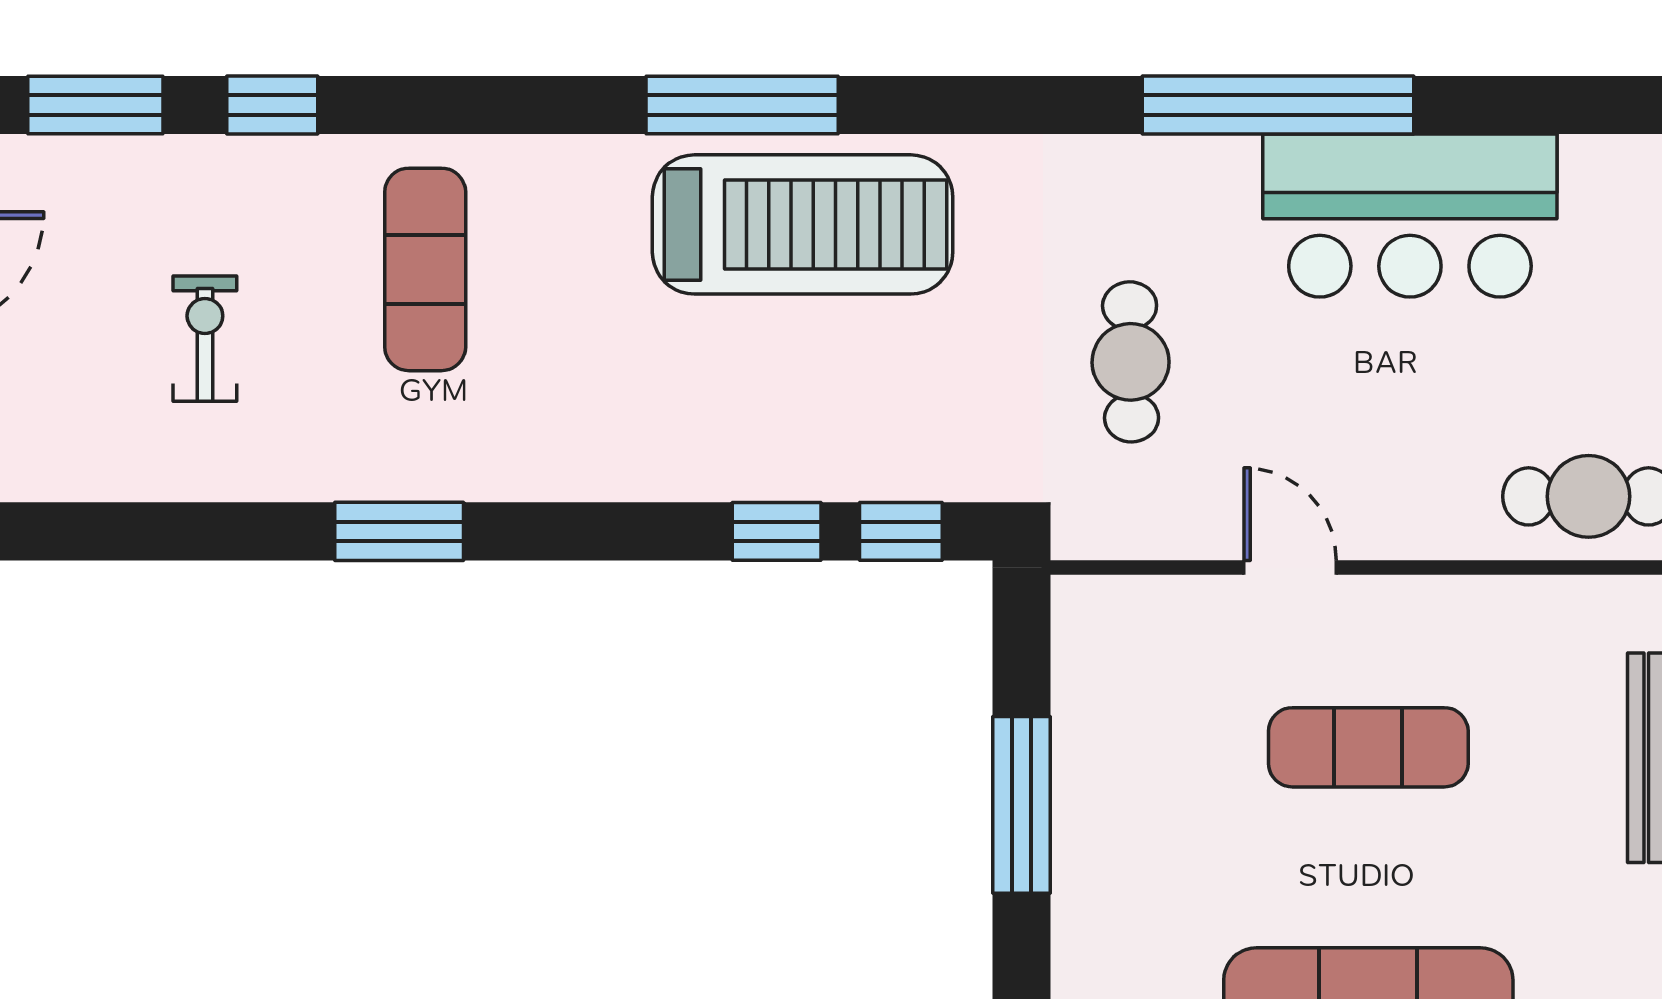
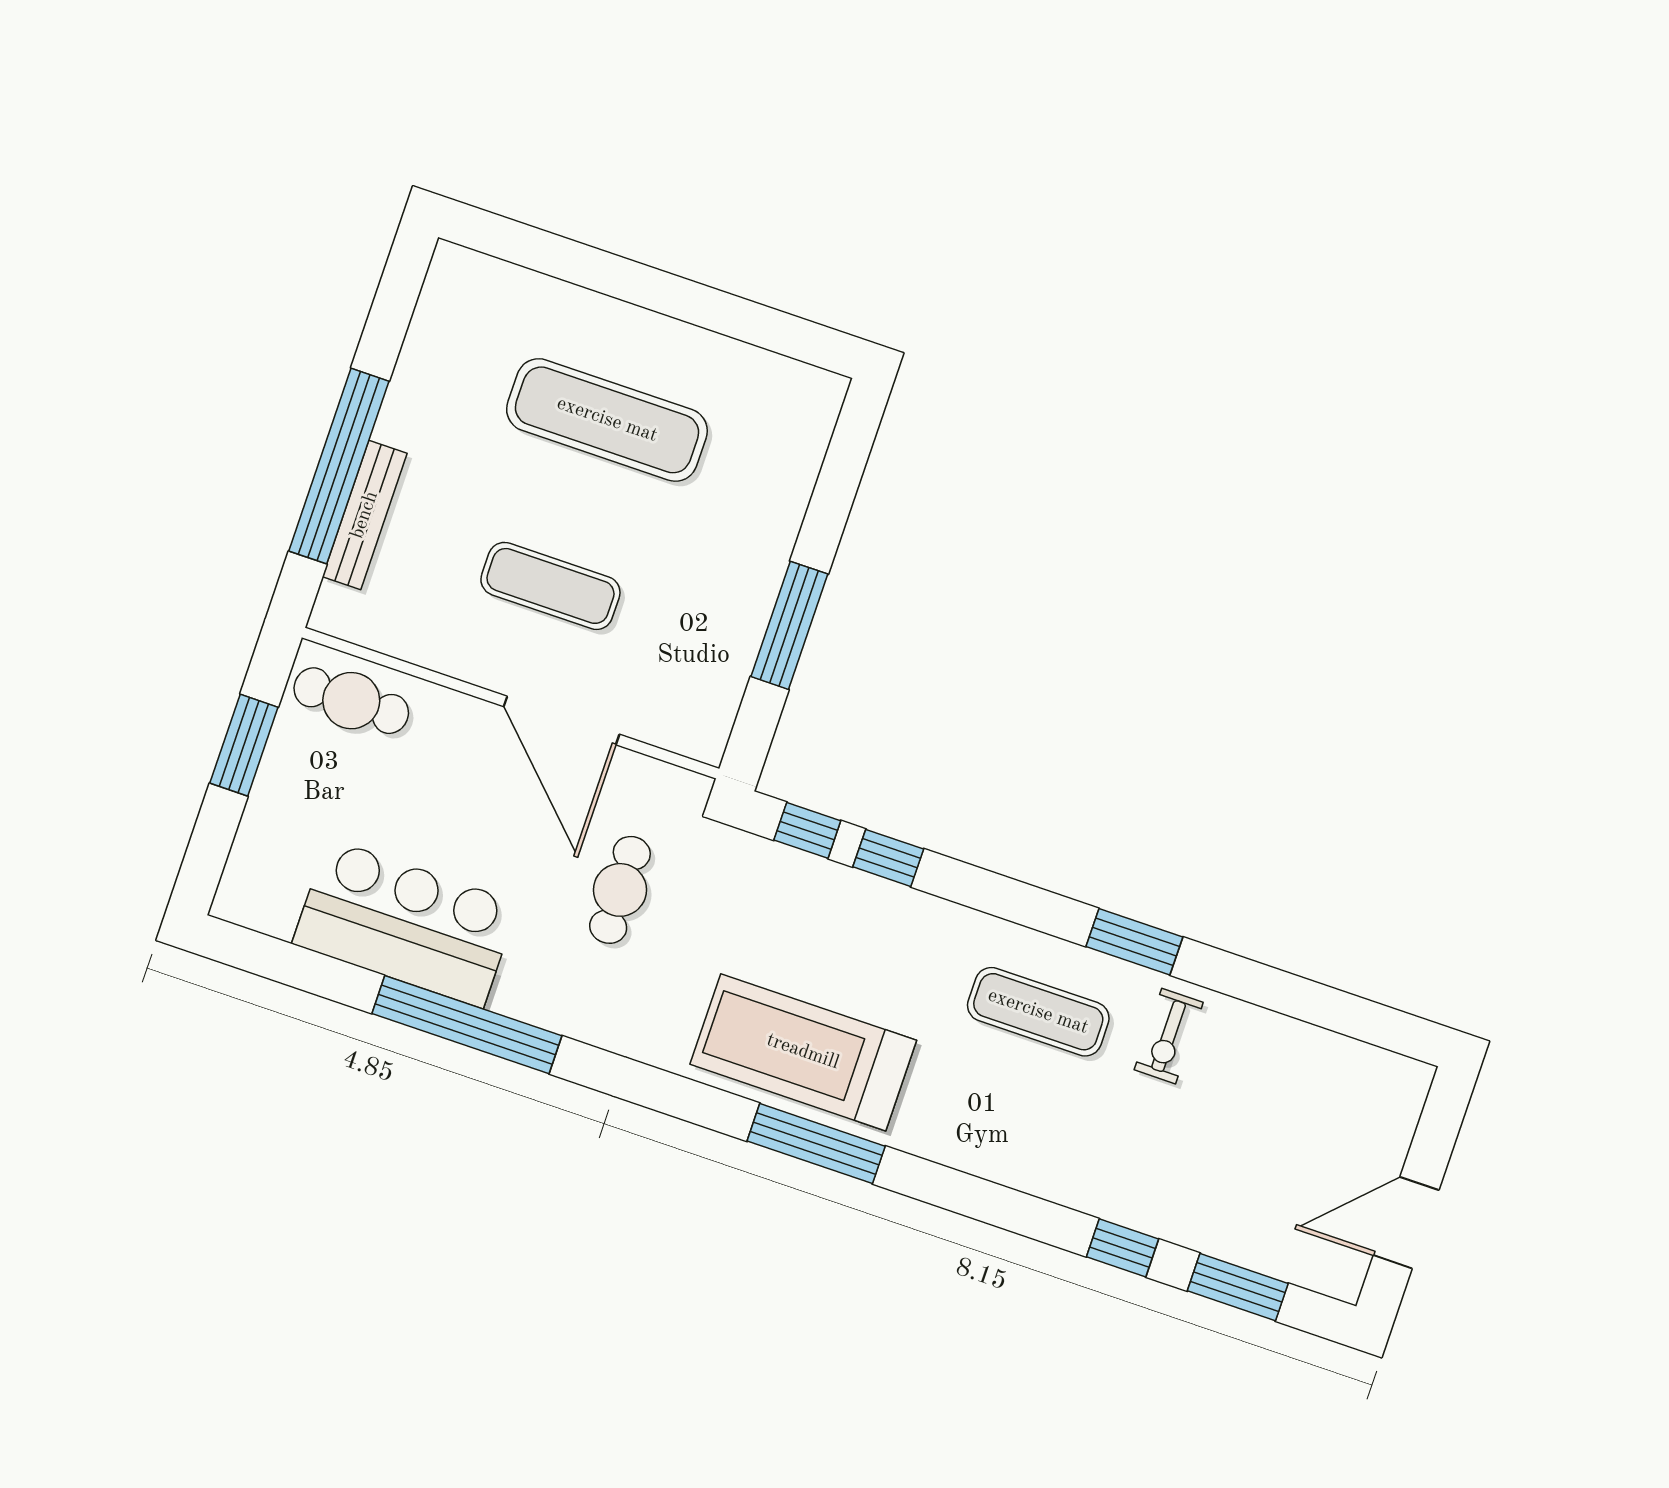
exercise mat: (425, 269) -> (1038, 1012), moved, turned 90
exercise bike: (205, 339) -> (1169, 1036), moved
door: (1290, 567) -> (562, 720), width x1.87

